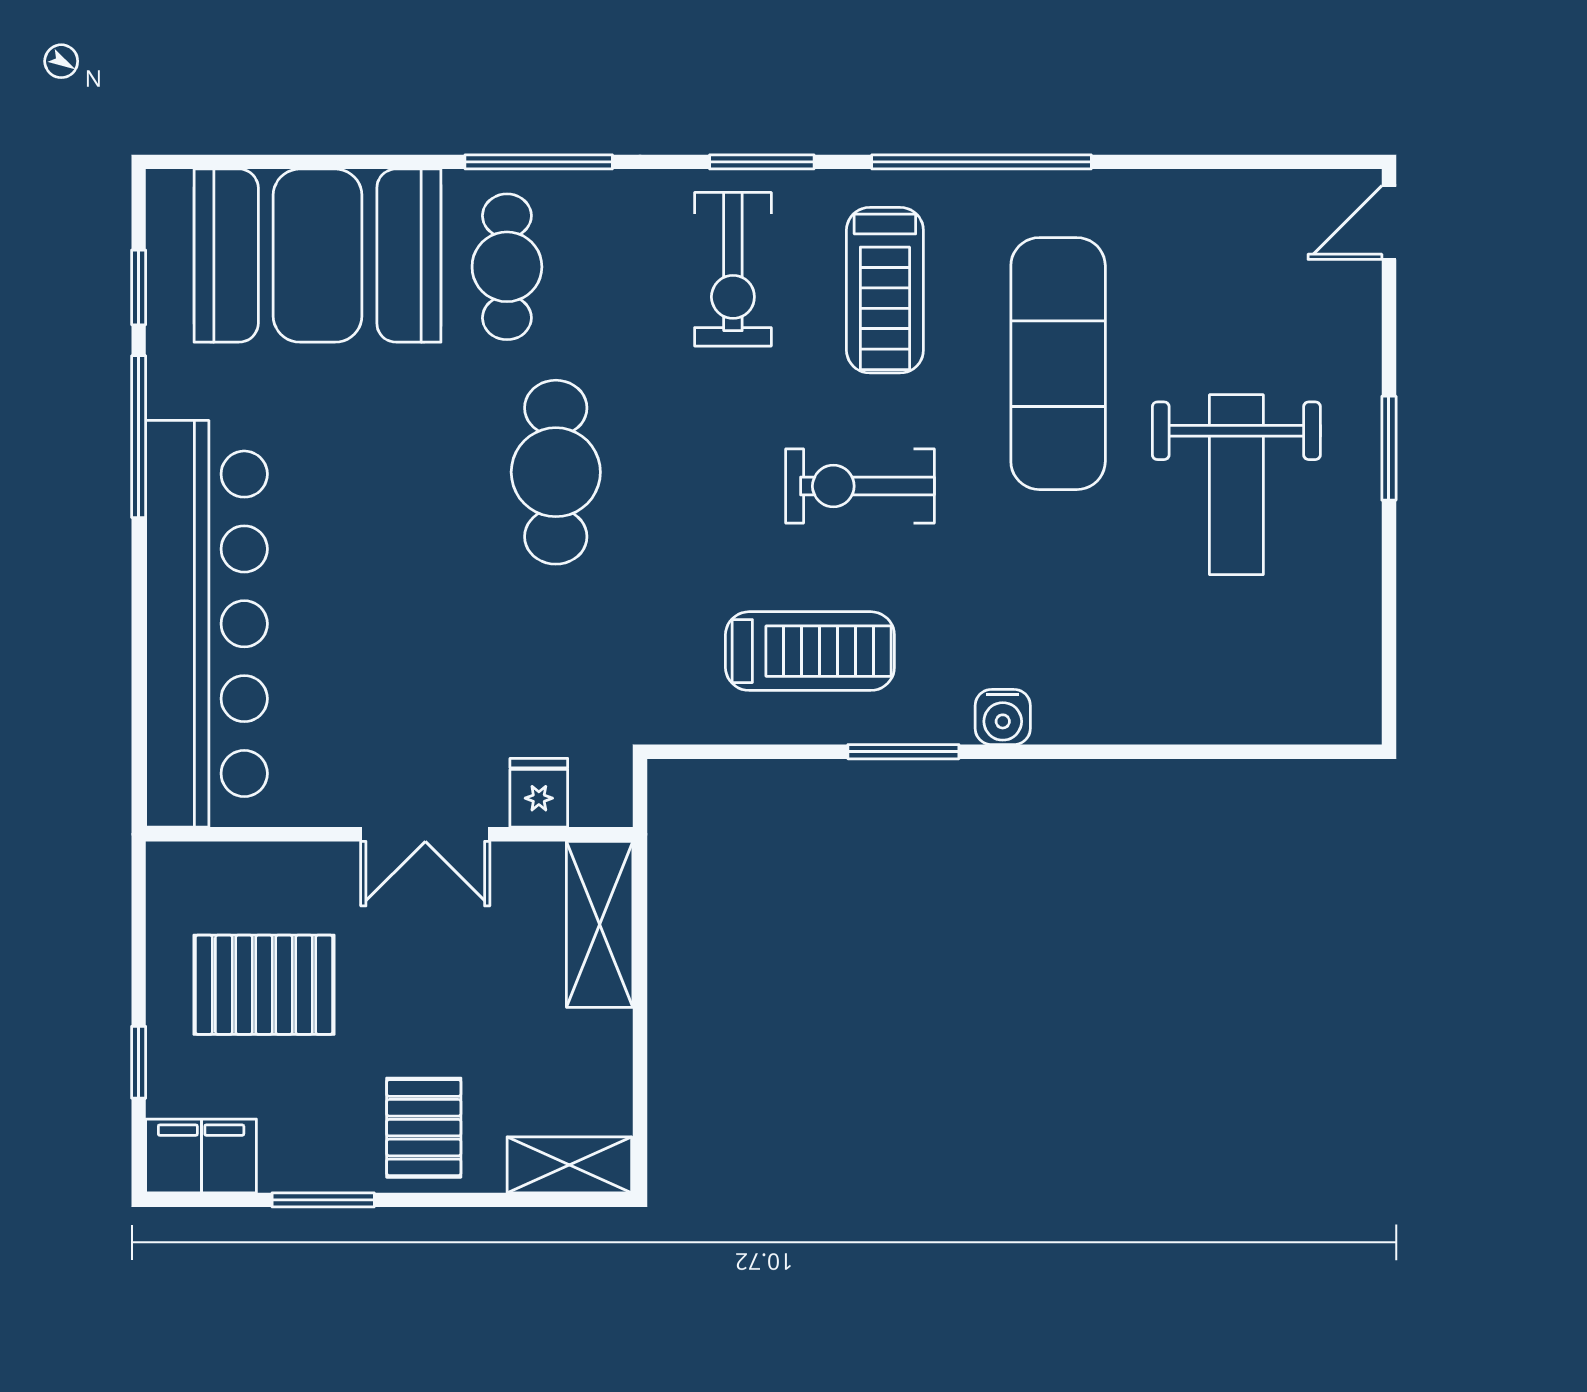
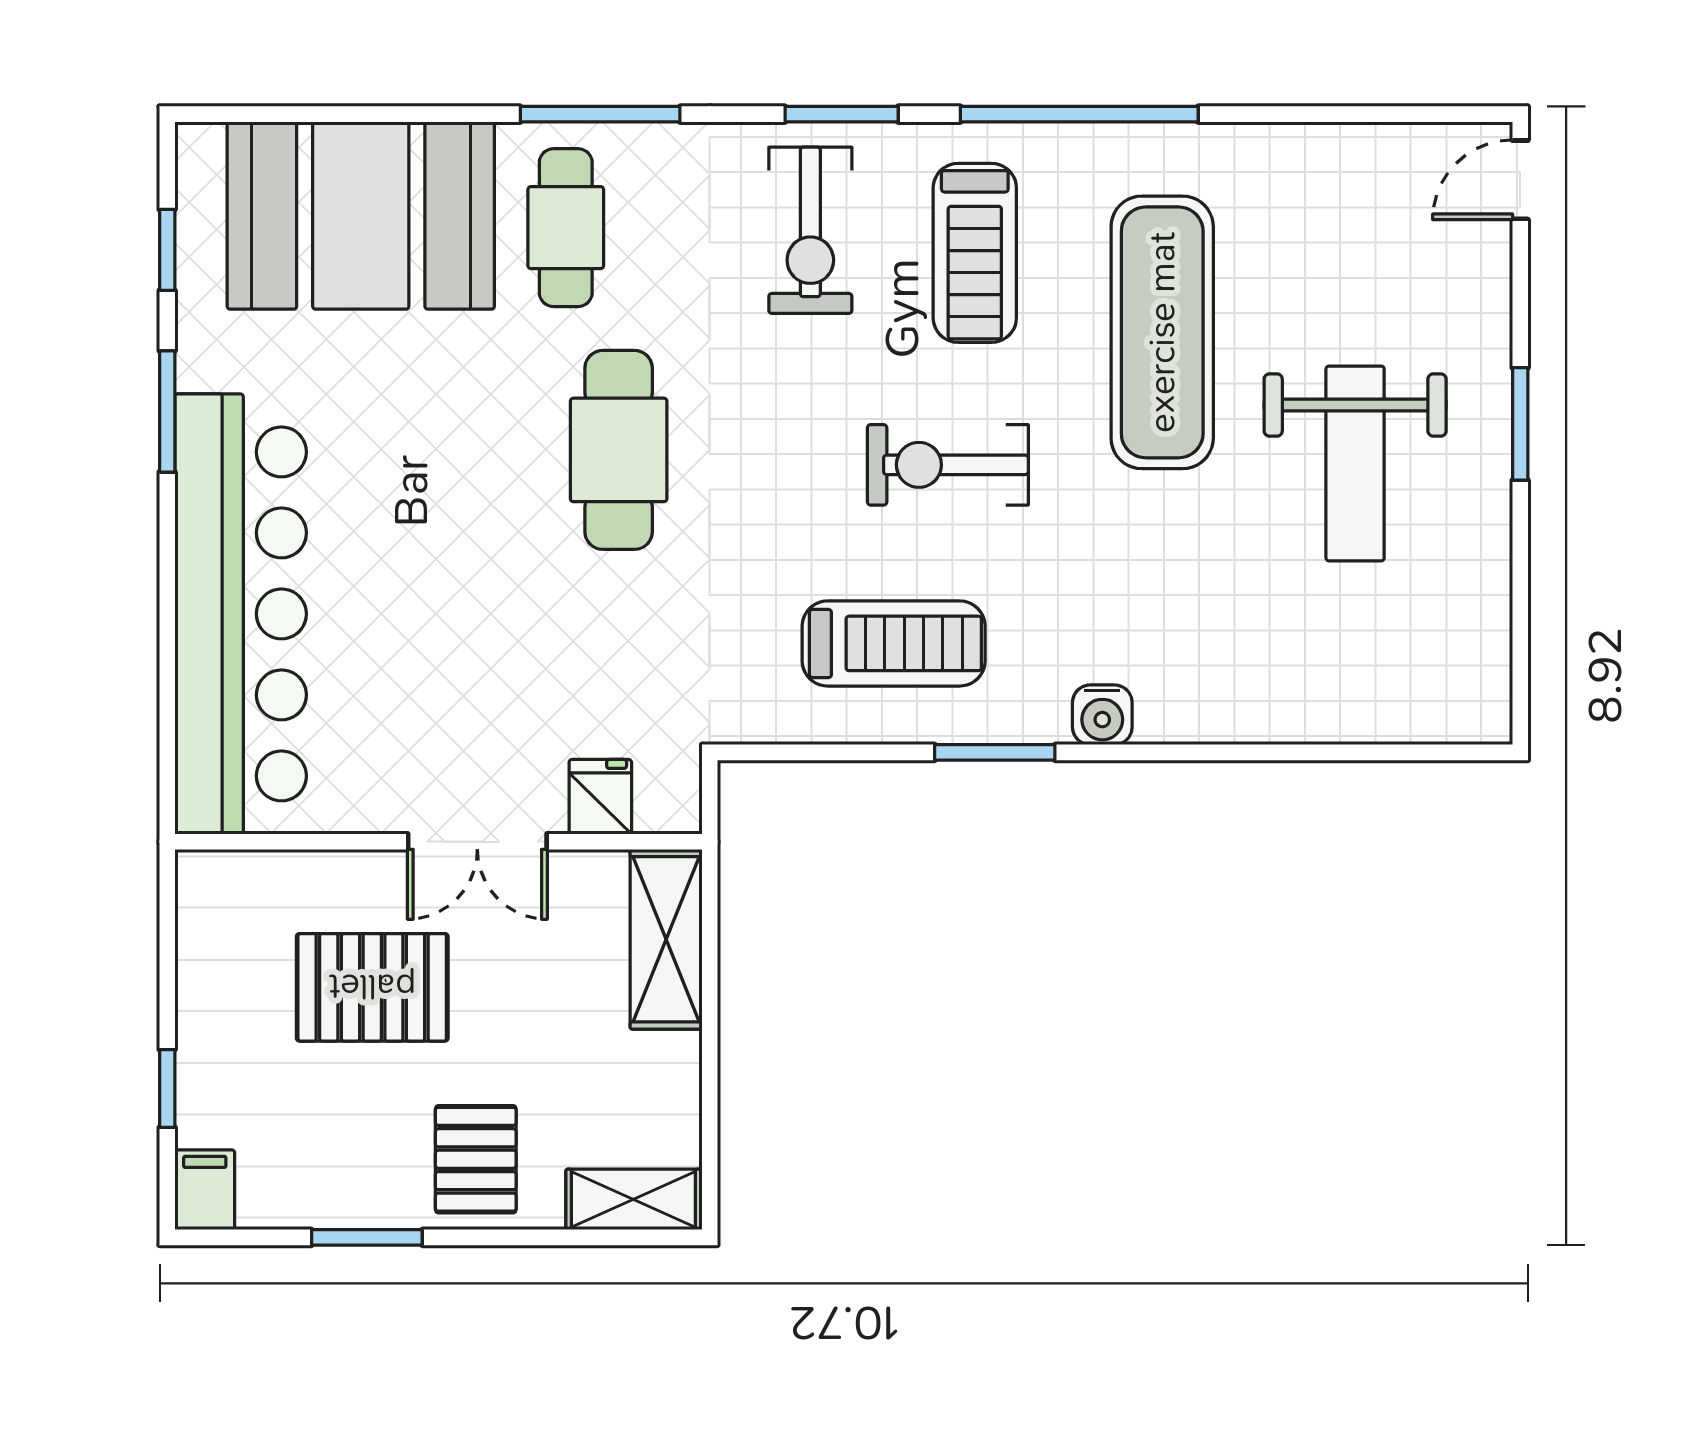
window: (139, 437) -> (167, 411), width x0.69
pallet: (264, 985) -> (372, 987), moved
filing cabinet: (201, 1156) -> (205, 1190), width x0.50

